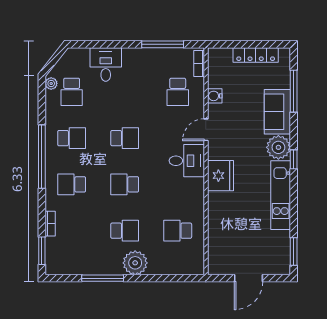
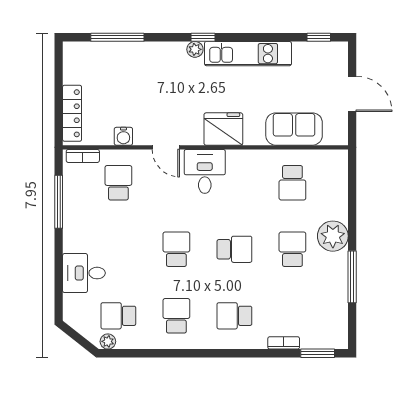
locker: (256, 55) -> (72, 113), moved
school desk: (72, 92) -> (118, 316), turned 180
school desk: (178, 92) -> (118, 183), turned -90
sofa: (277, 112) -> (294, 129), moved, turned 180
plant: (278, 147) -> (195, 49), width x0.53, depth x0.53
window: (42, 157) -> (200, 353), removed
school desk: (72, 184) -> (234, 316), turned 90
school desk: (125, 184) -> (234, 249), turned -90
window: (294, 252) -> (319, 37), width x0.67

